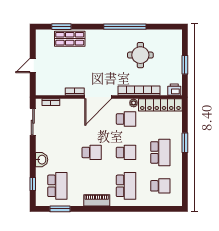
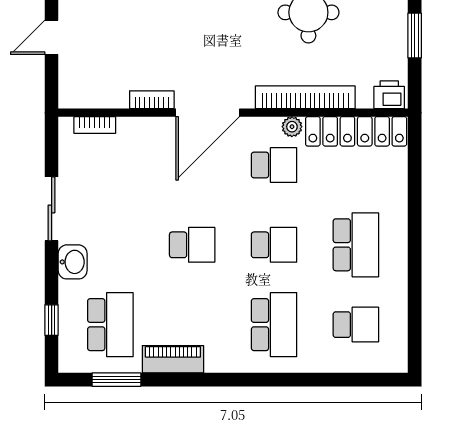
sliding door: (33, 122) -> (52, 209), moved
window: (185, 143) -> (415, 222), removed
piano: (97, 200) -> (173, 359), moved

